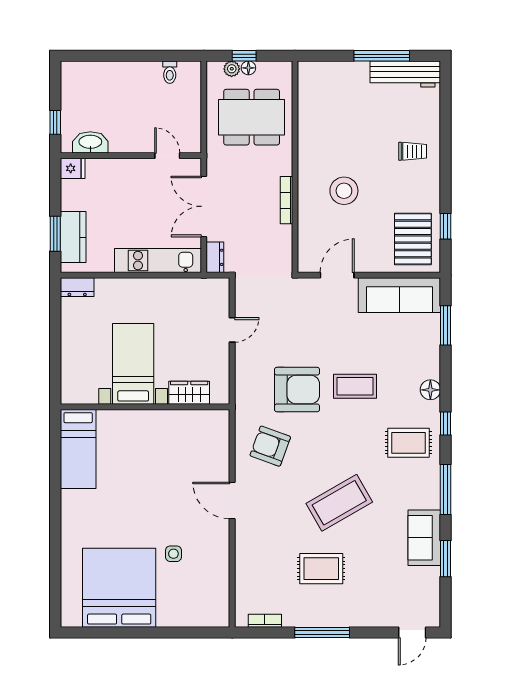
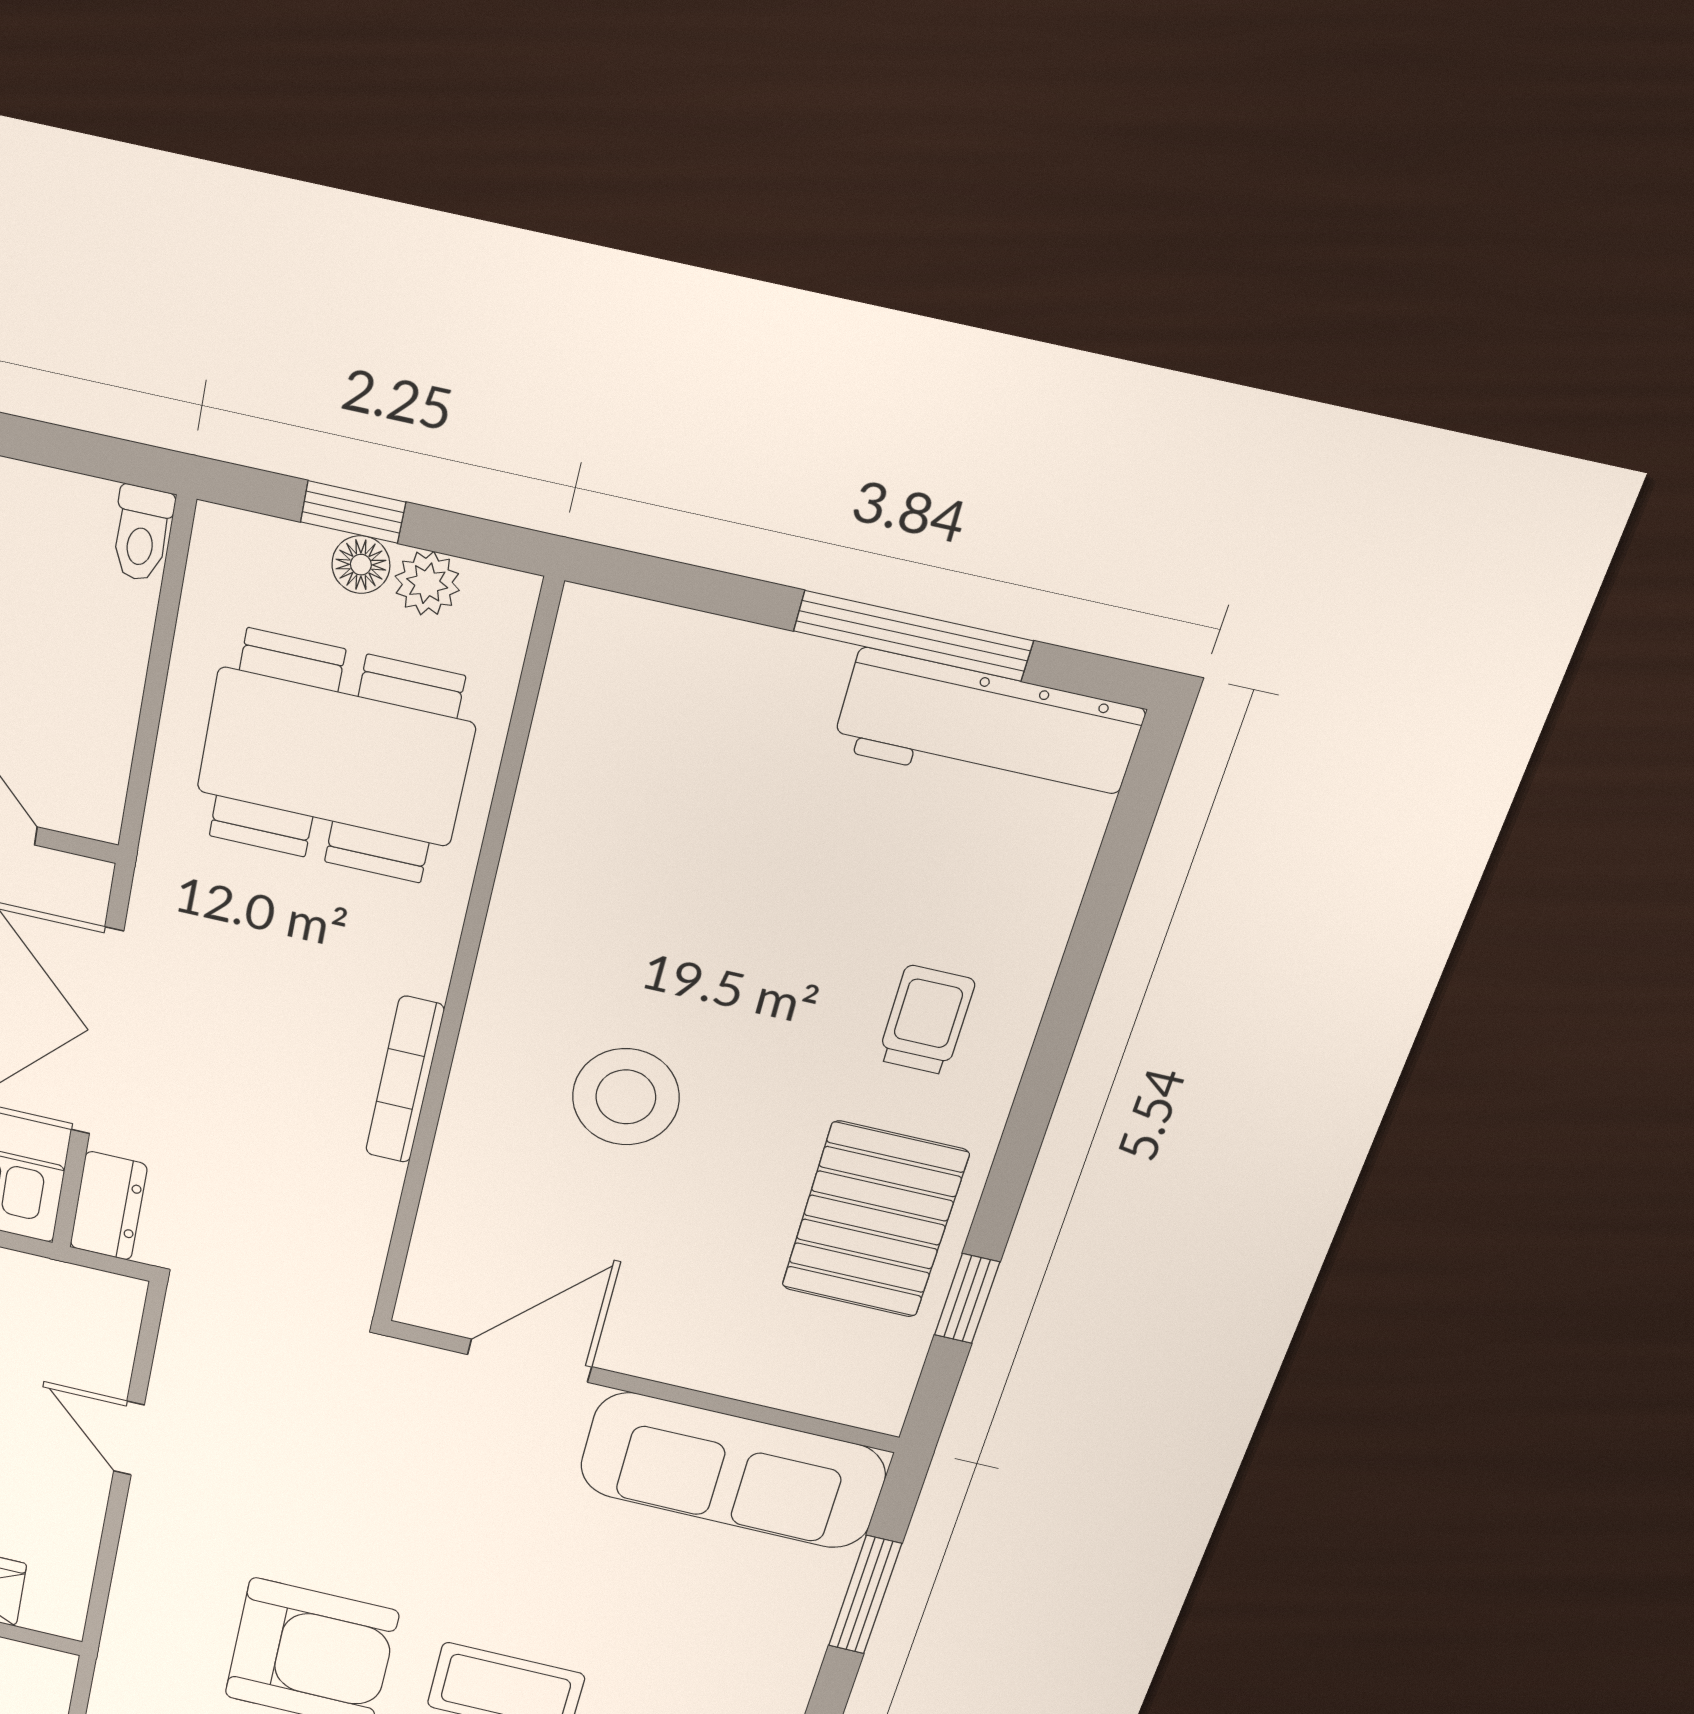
plant: (232, 69) -> (427, 583), moved
toilet: (170, 72) -> (142, 534), moved
trolley: (413, 151) -> (926, 1020), turned -90
pallet: (413, 239) -> (875, 1220), moved
door: (232, 330) -> (129, 1438), swing flipped

